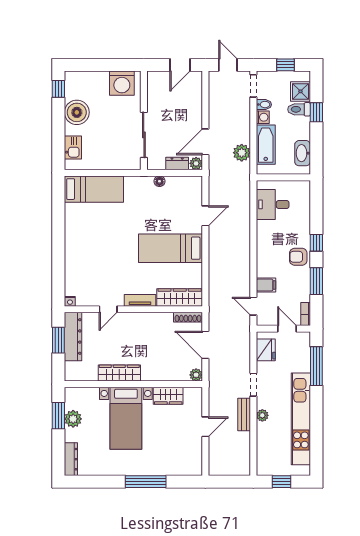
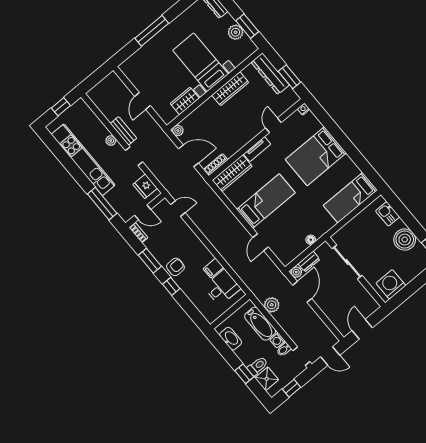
bed: (94, 251) -> (316, 156), added
filing cabinet: (266, 285) -> (213, 268), moved
dresser: (73, 337) -> (270, 74), moved

